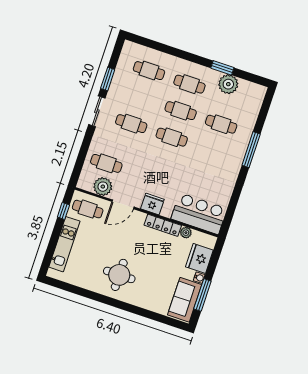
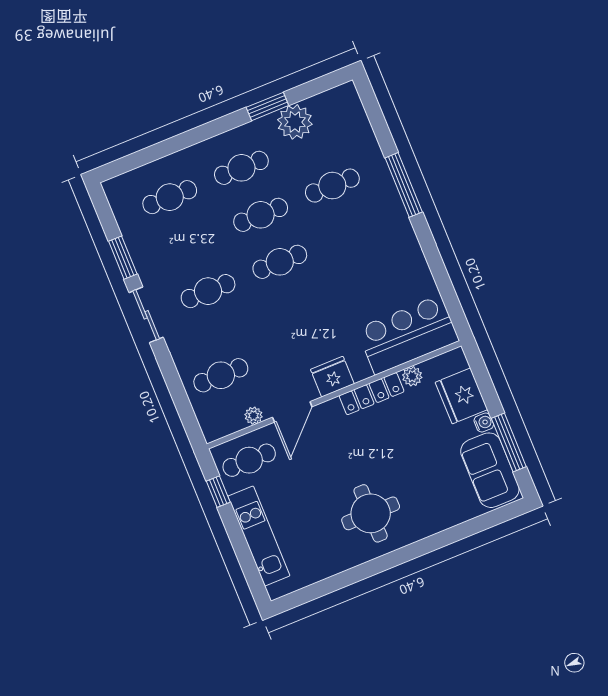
plant: (103, 187) -> (254, 416), width x0.53, depth x0.53

